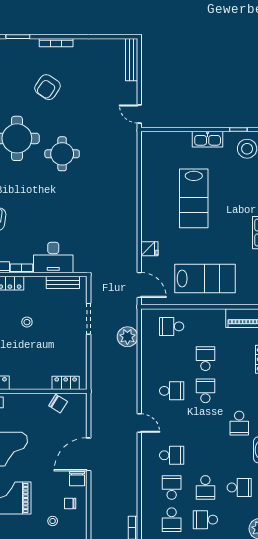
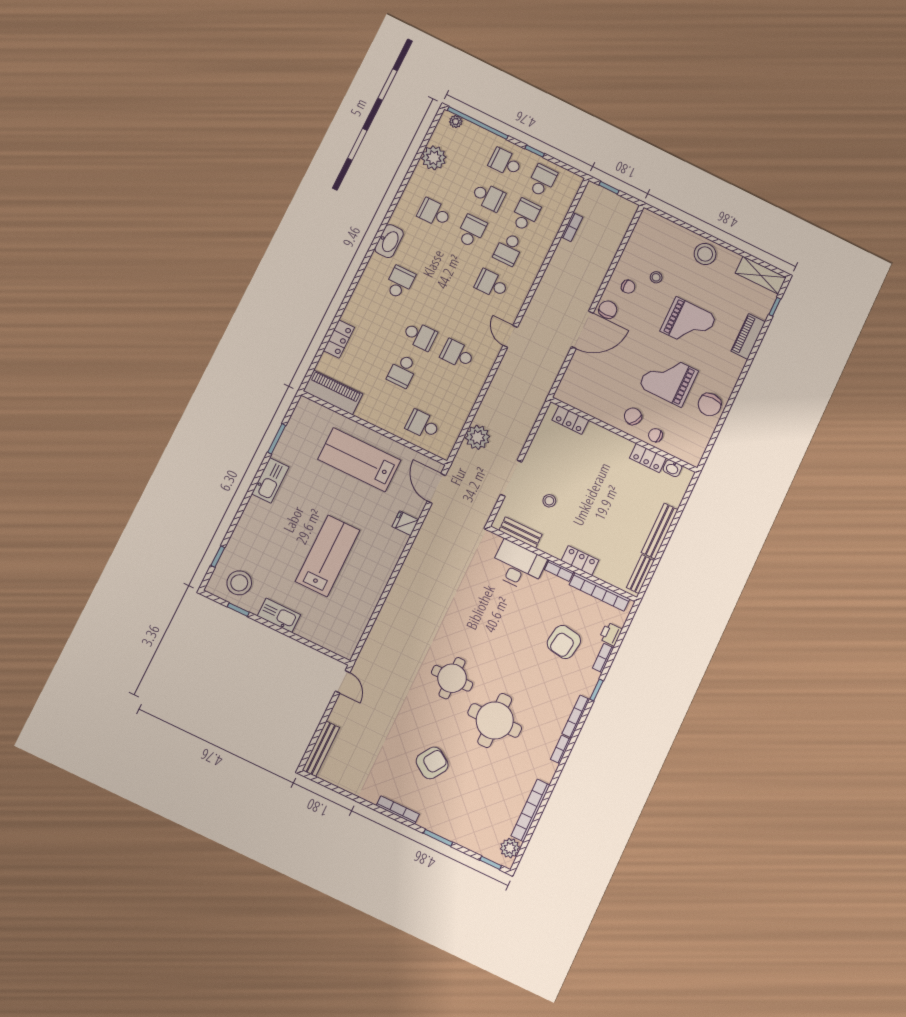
stool: (27, 322) -> (549, 501), moved
school desk: (172, 326) -> (423, 425), turned 180
school desk: (205, 391) -> (420, 336), turned -90
chair: (58, 404) -> (633, 416), moved

